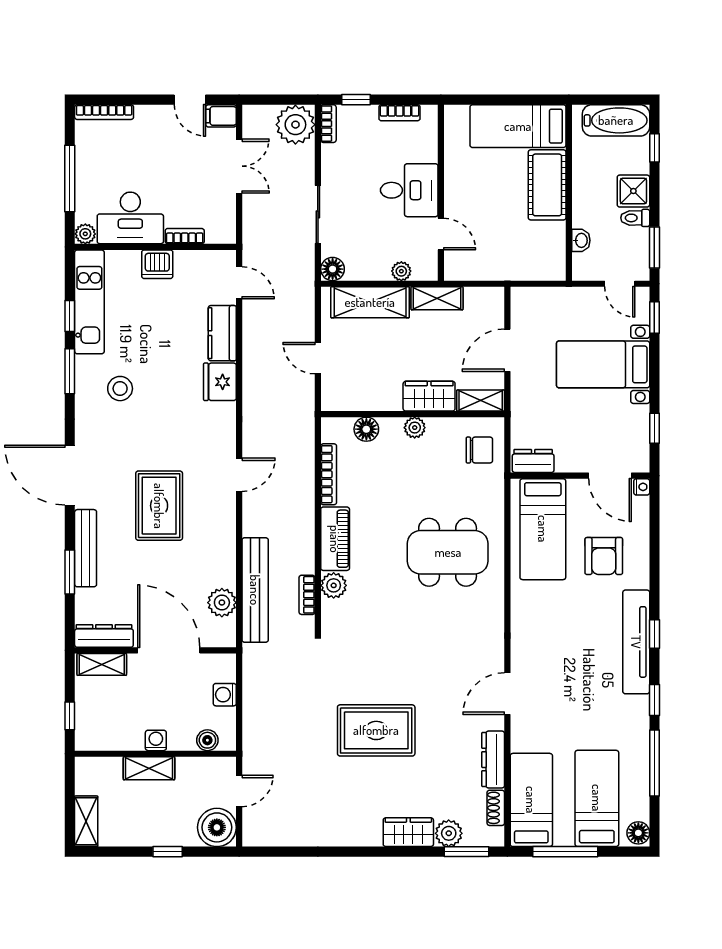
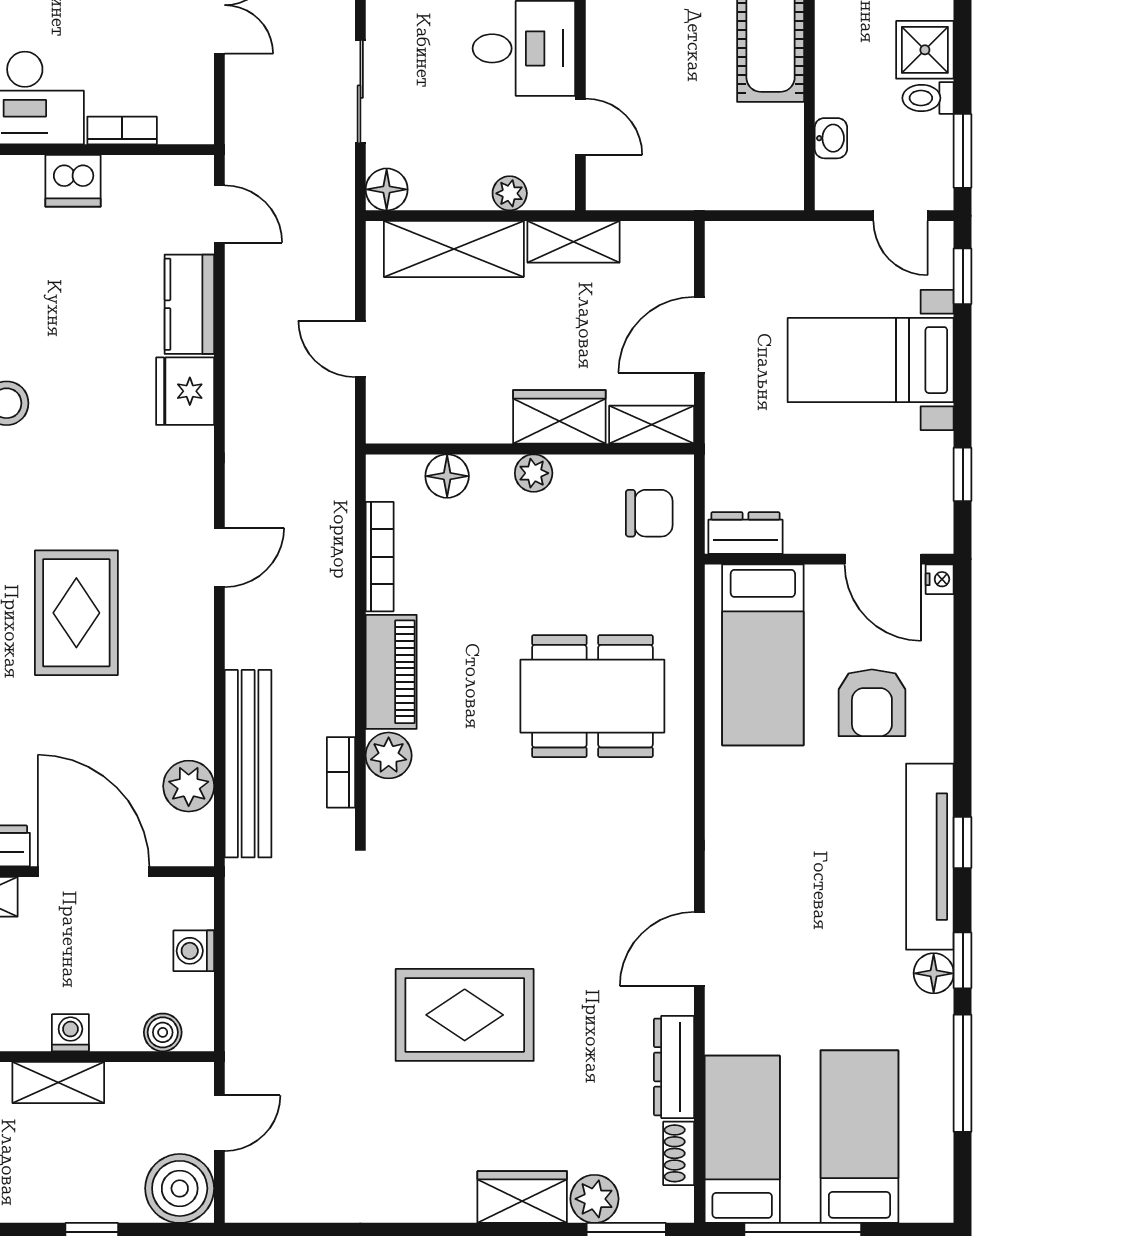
floor lamp: (638, 833) -> (934, 973), moved

